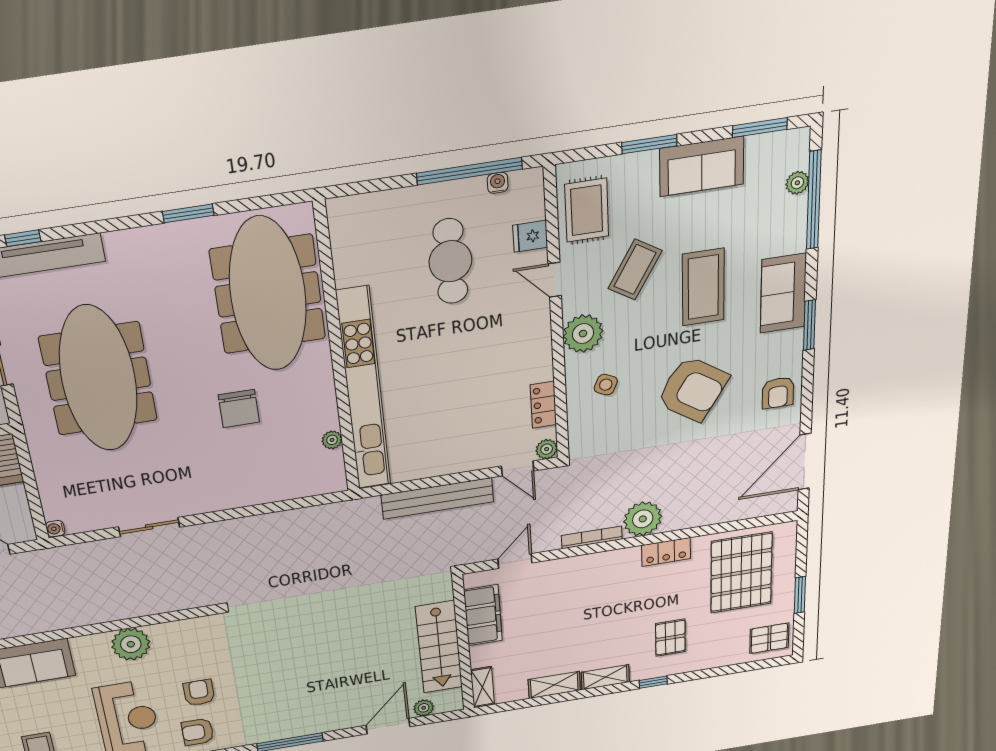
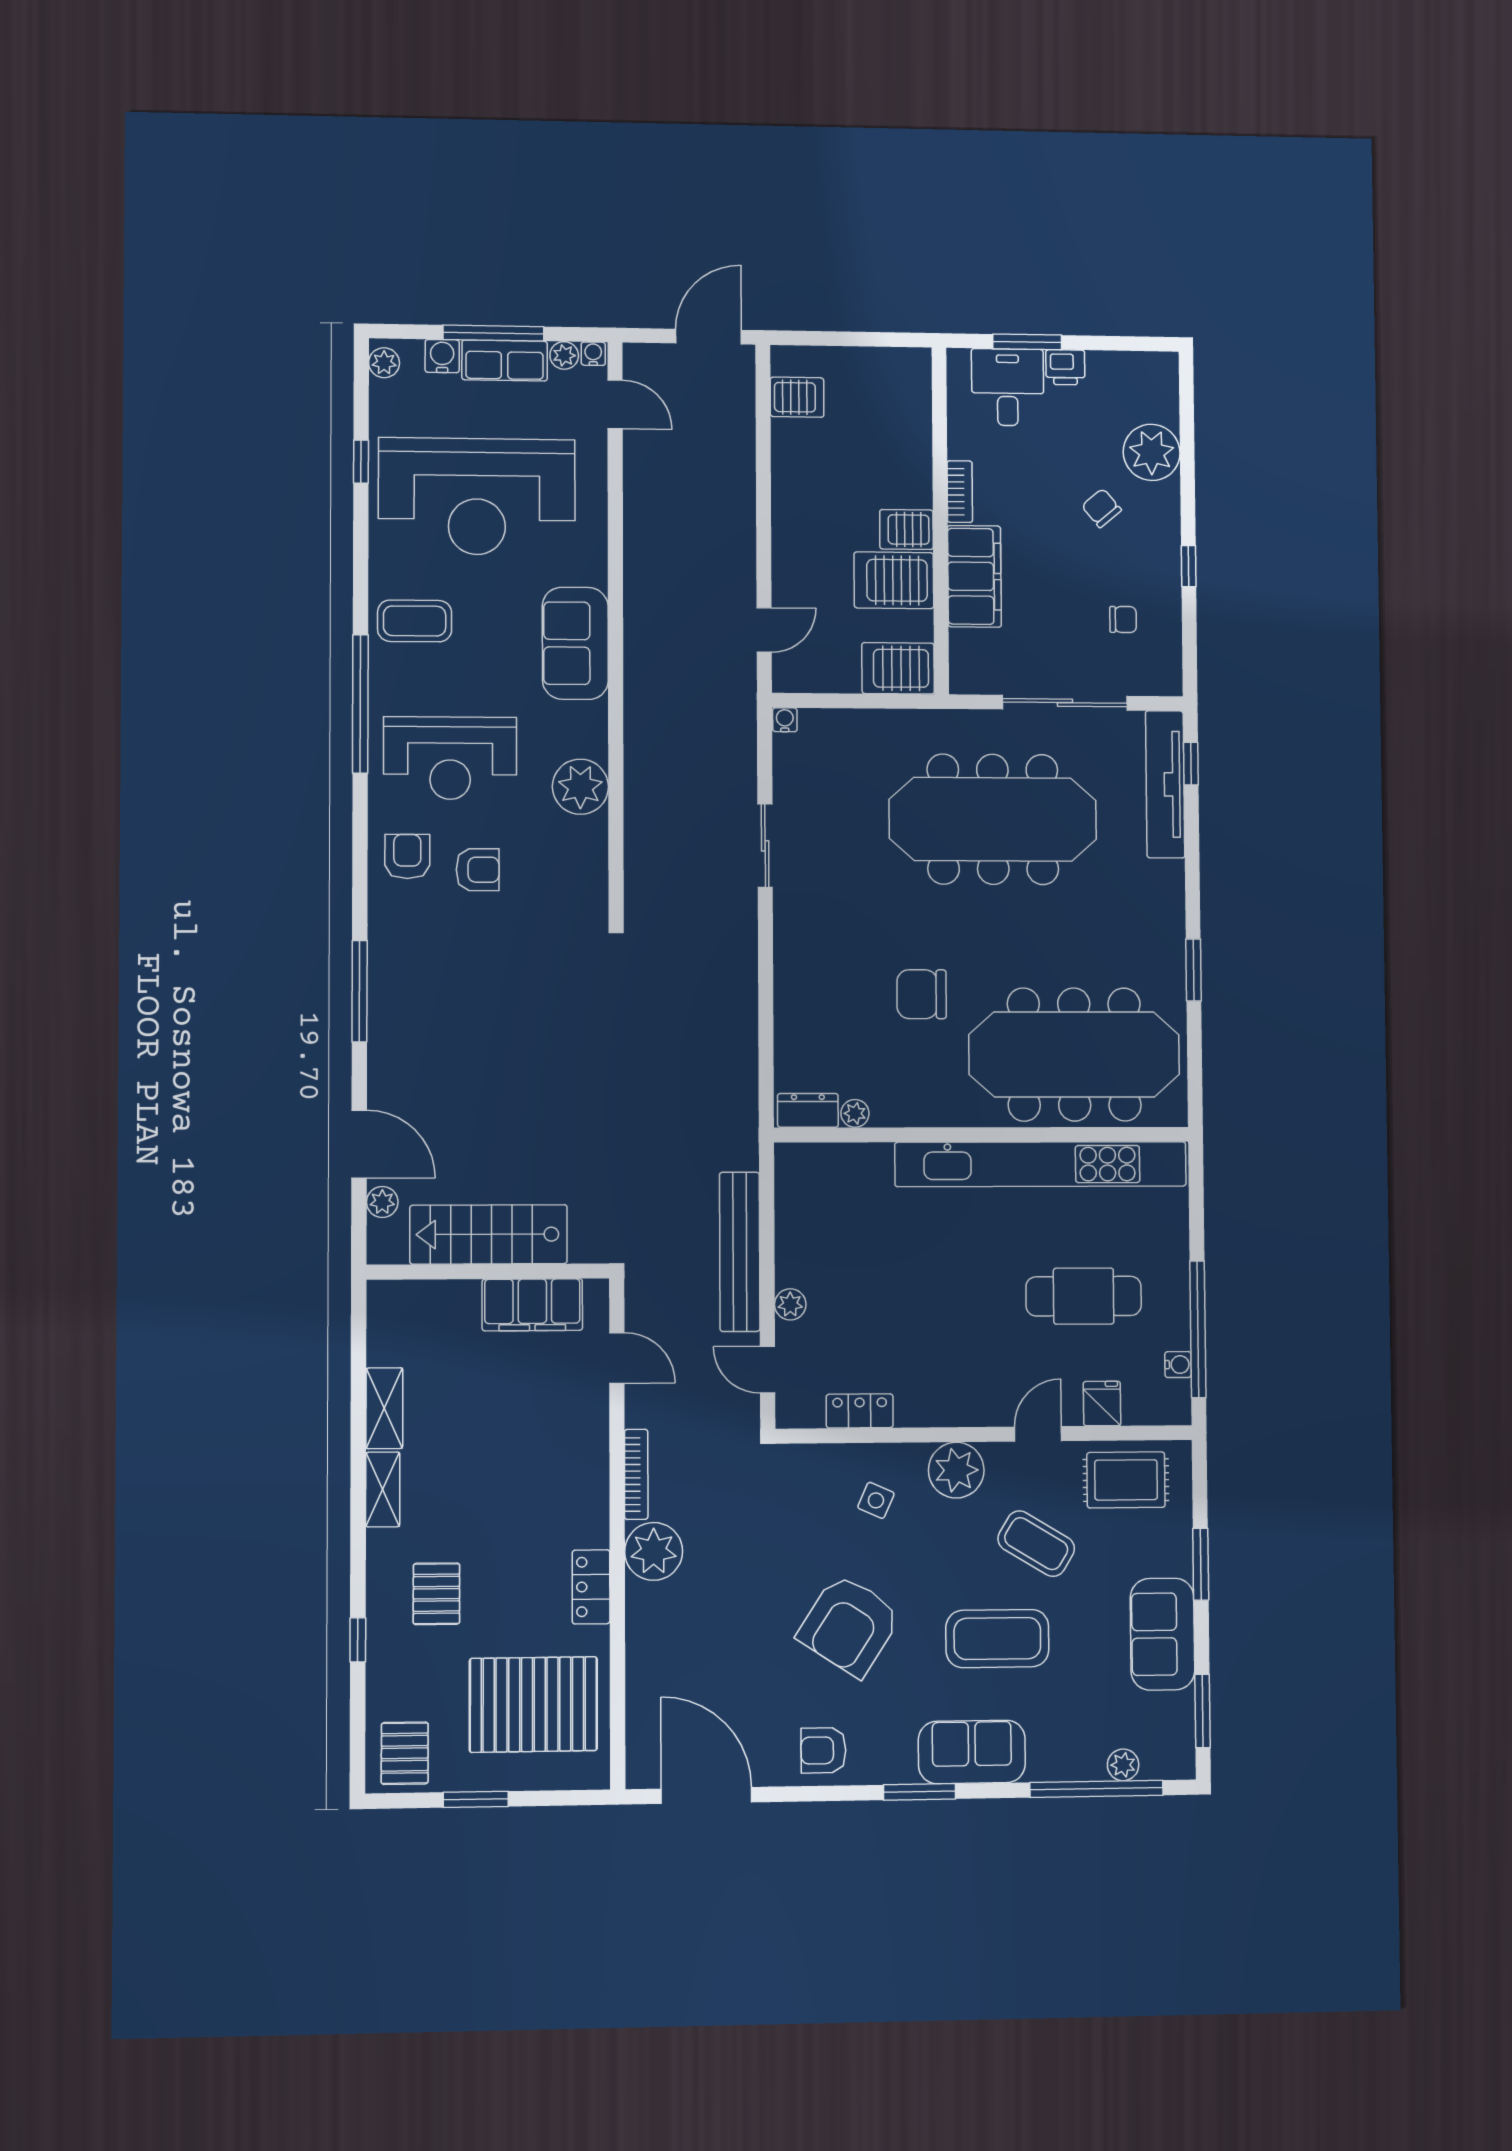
kitchen unit: (364, 390) -> (1041, 1164), moved
plant: (547, 449) -> (790, 1304), moved
door: (518, 468) -> (767, 1370), hinge flipped
dresser: (334, 471) -> (808, 1110), added
pallet: (670, 638) -> (436, 1594), turned 90
window: (653, 682) -> (358, 1640), moved
shelving: (482, 687) -> (403, 1296), removed

